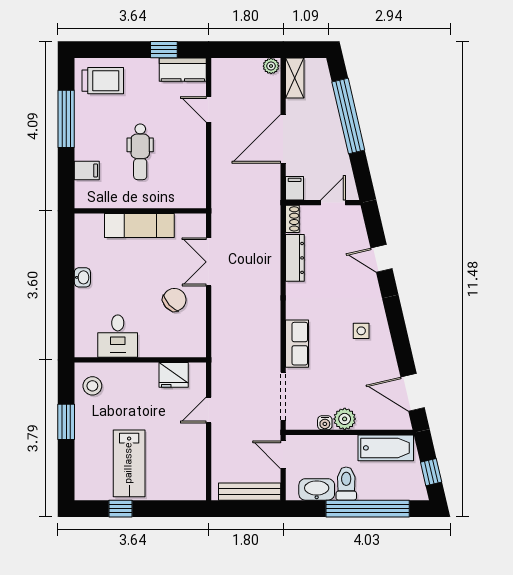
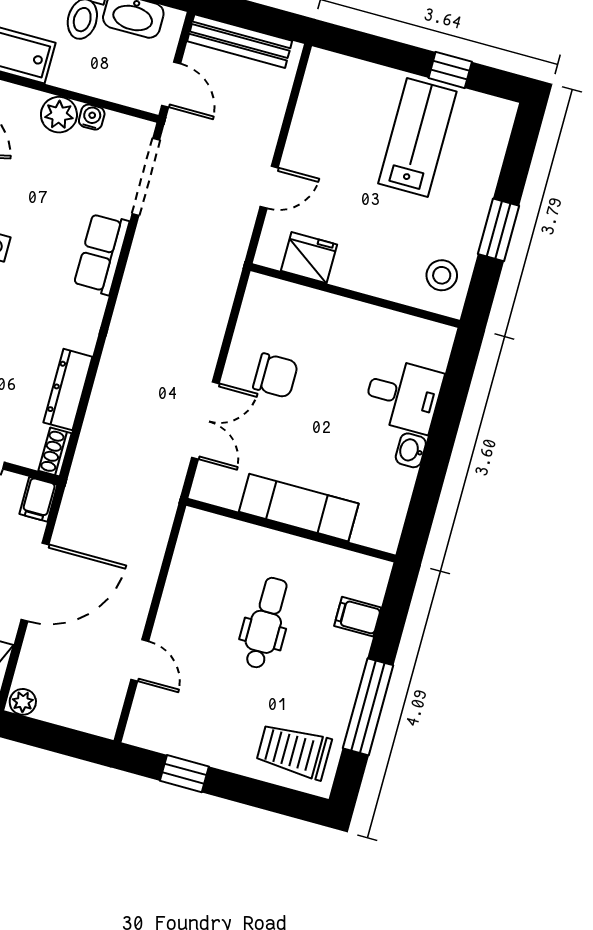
kitchen counter: (183, 70) -> (163, 734), removed
chair: (174, 300) -> (275, 375), turned -138
desk: (118, 336) -> (403, 395), moved, turned 90

